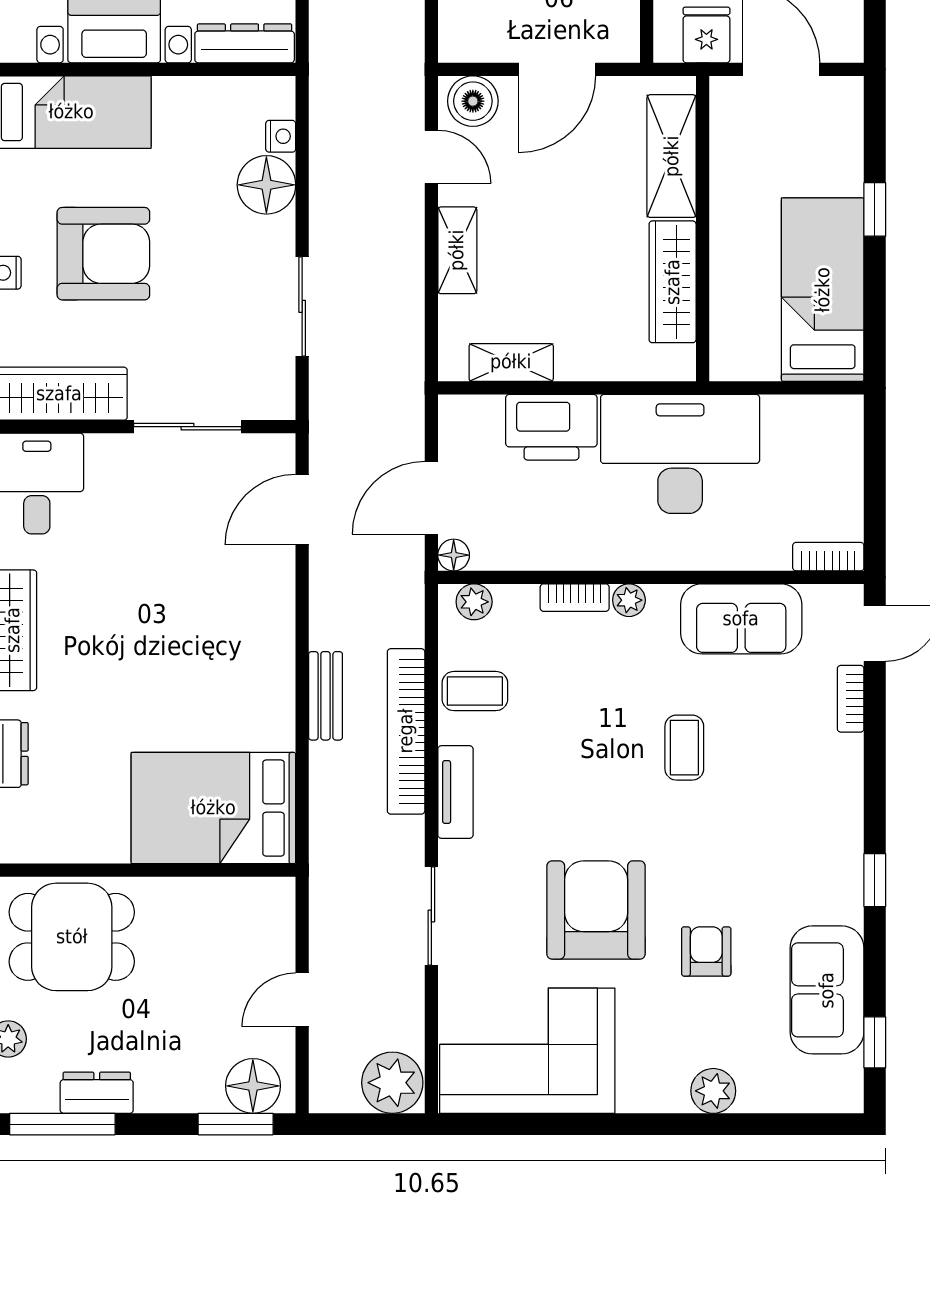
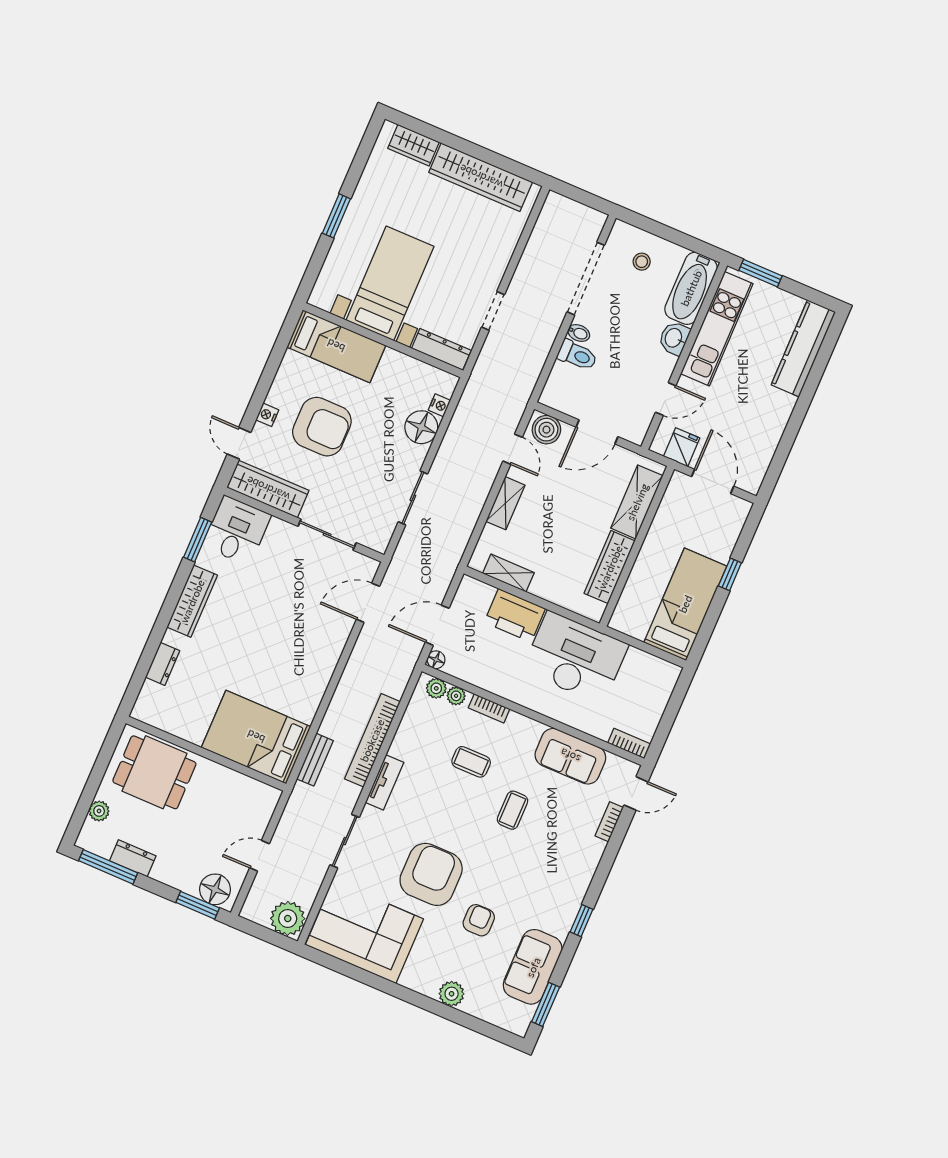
plant: (629, 600) -> (456, 696), moved
coffee table: (475, 691) -> (471, 762), moved
bench: (326, 696) -> (315, 760), moved
window: (875, 1042) -> (546, 1004), width x1.50

